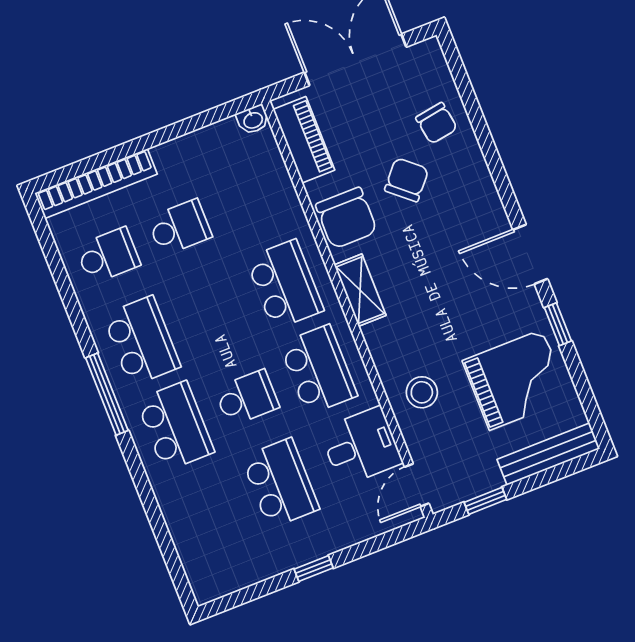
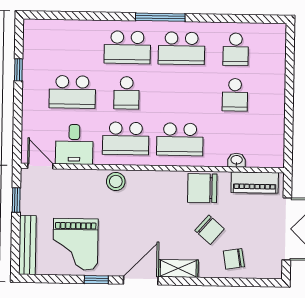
washbasin: (253, 120) -> (237, 160), moved, turned 90
bookcase: (96, 184) -> (278, 59), removed
shelving: (360, 290) -> (178, 268), moved
stool: (422, 392) -> (116, 181), moved
window: (314, 568) -> (18, 70), moved

